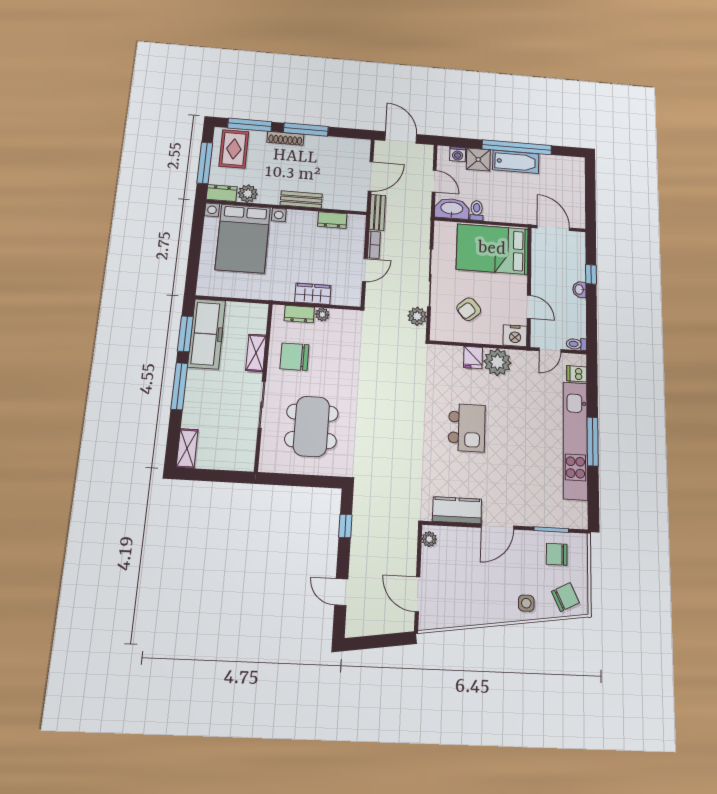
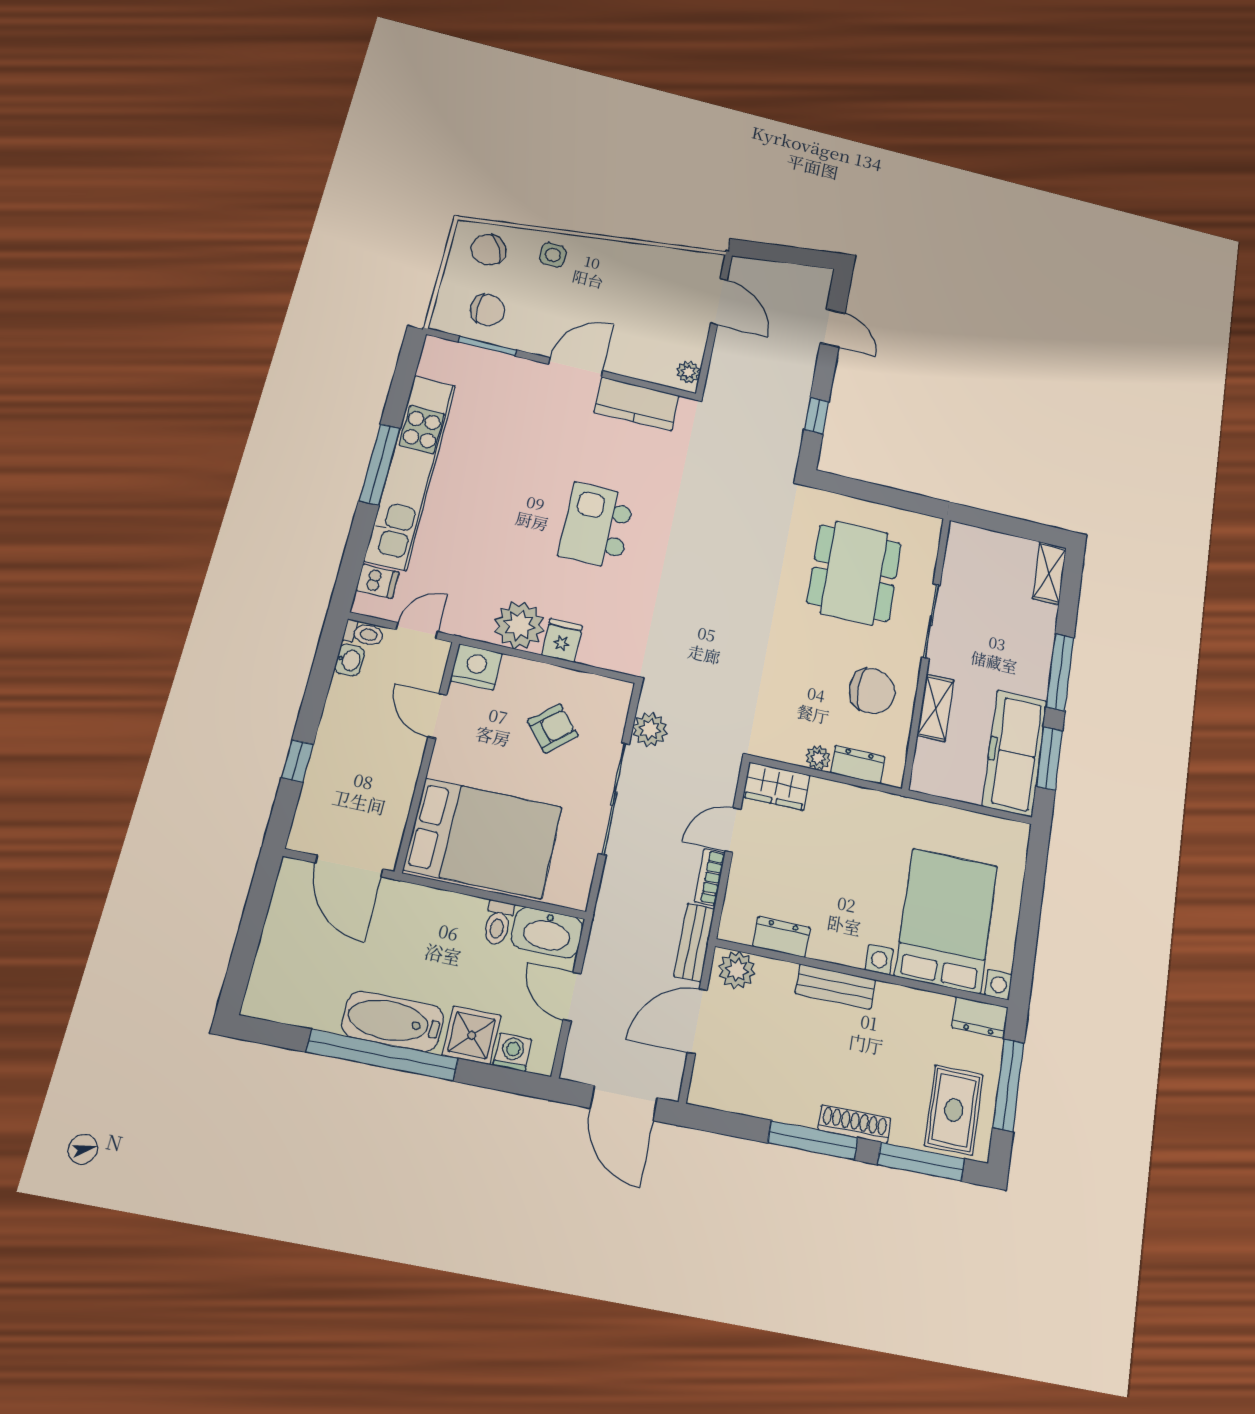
plant: (248, 194) -> (737, 970), moved
washbasin: (579, 290) -> (350, 660), moved
wardrobe: (313, 294) -> (776, 786), moved

